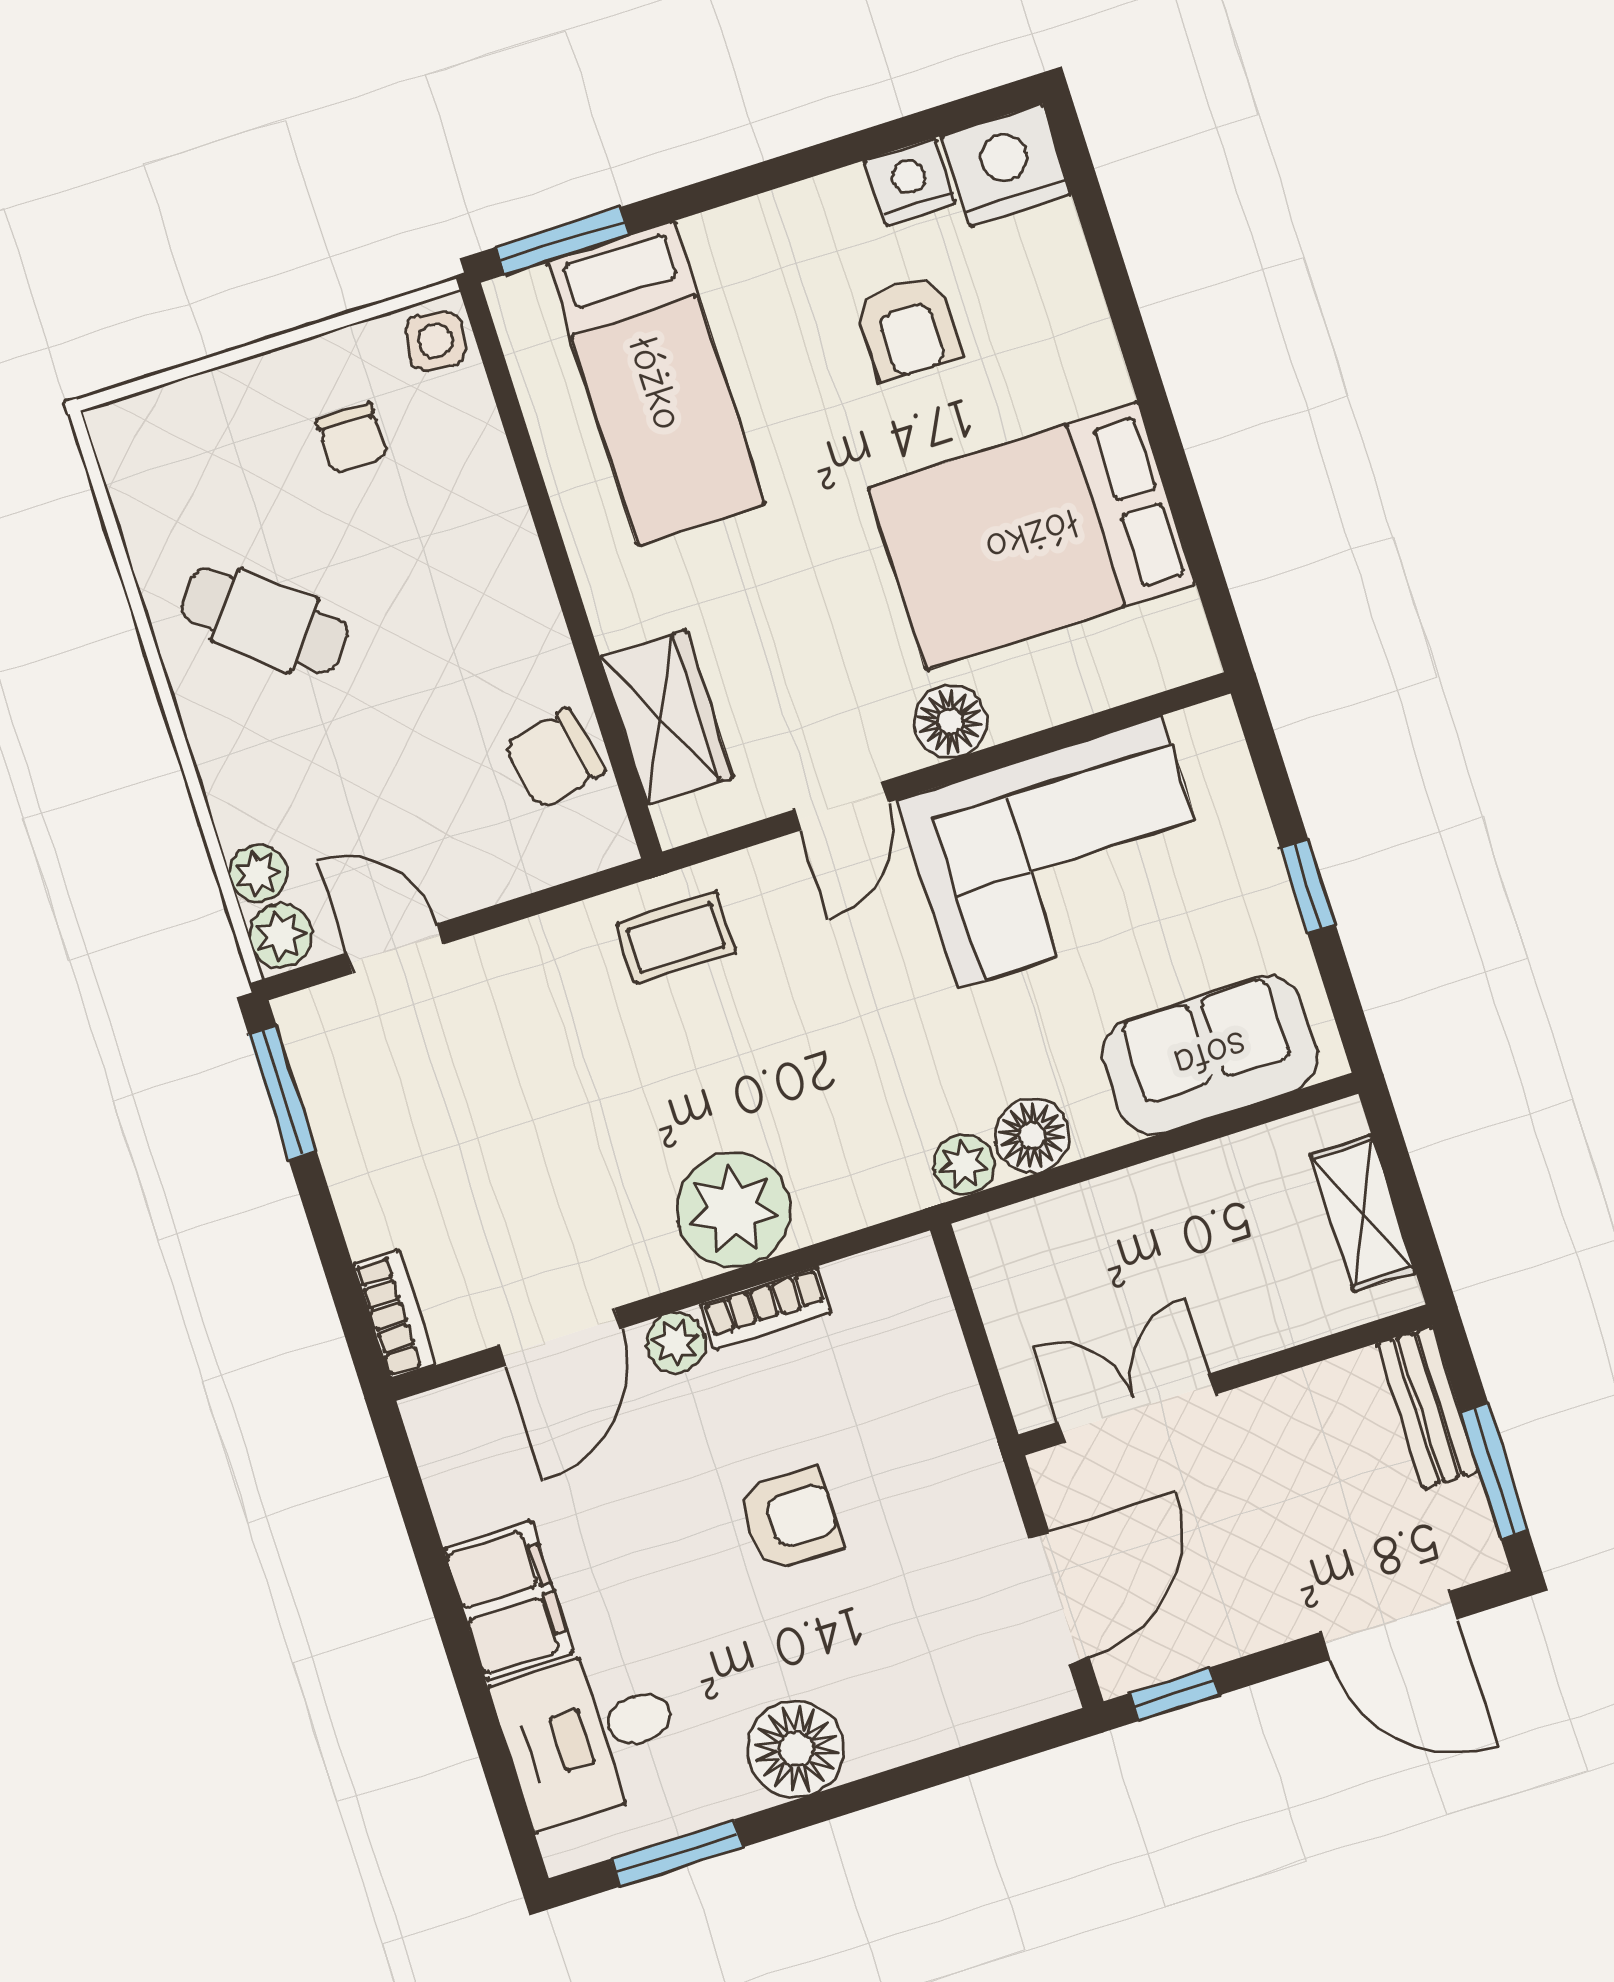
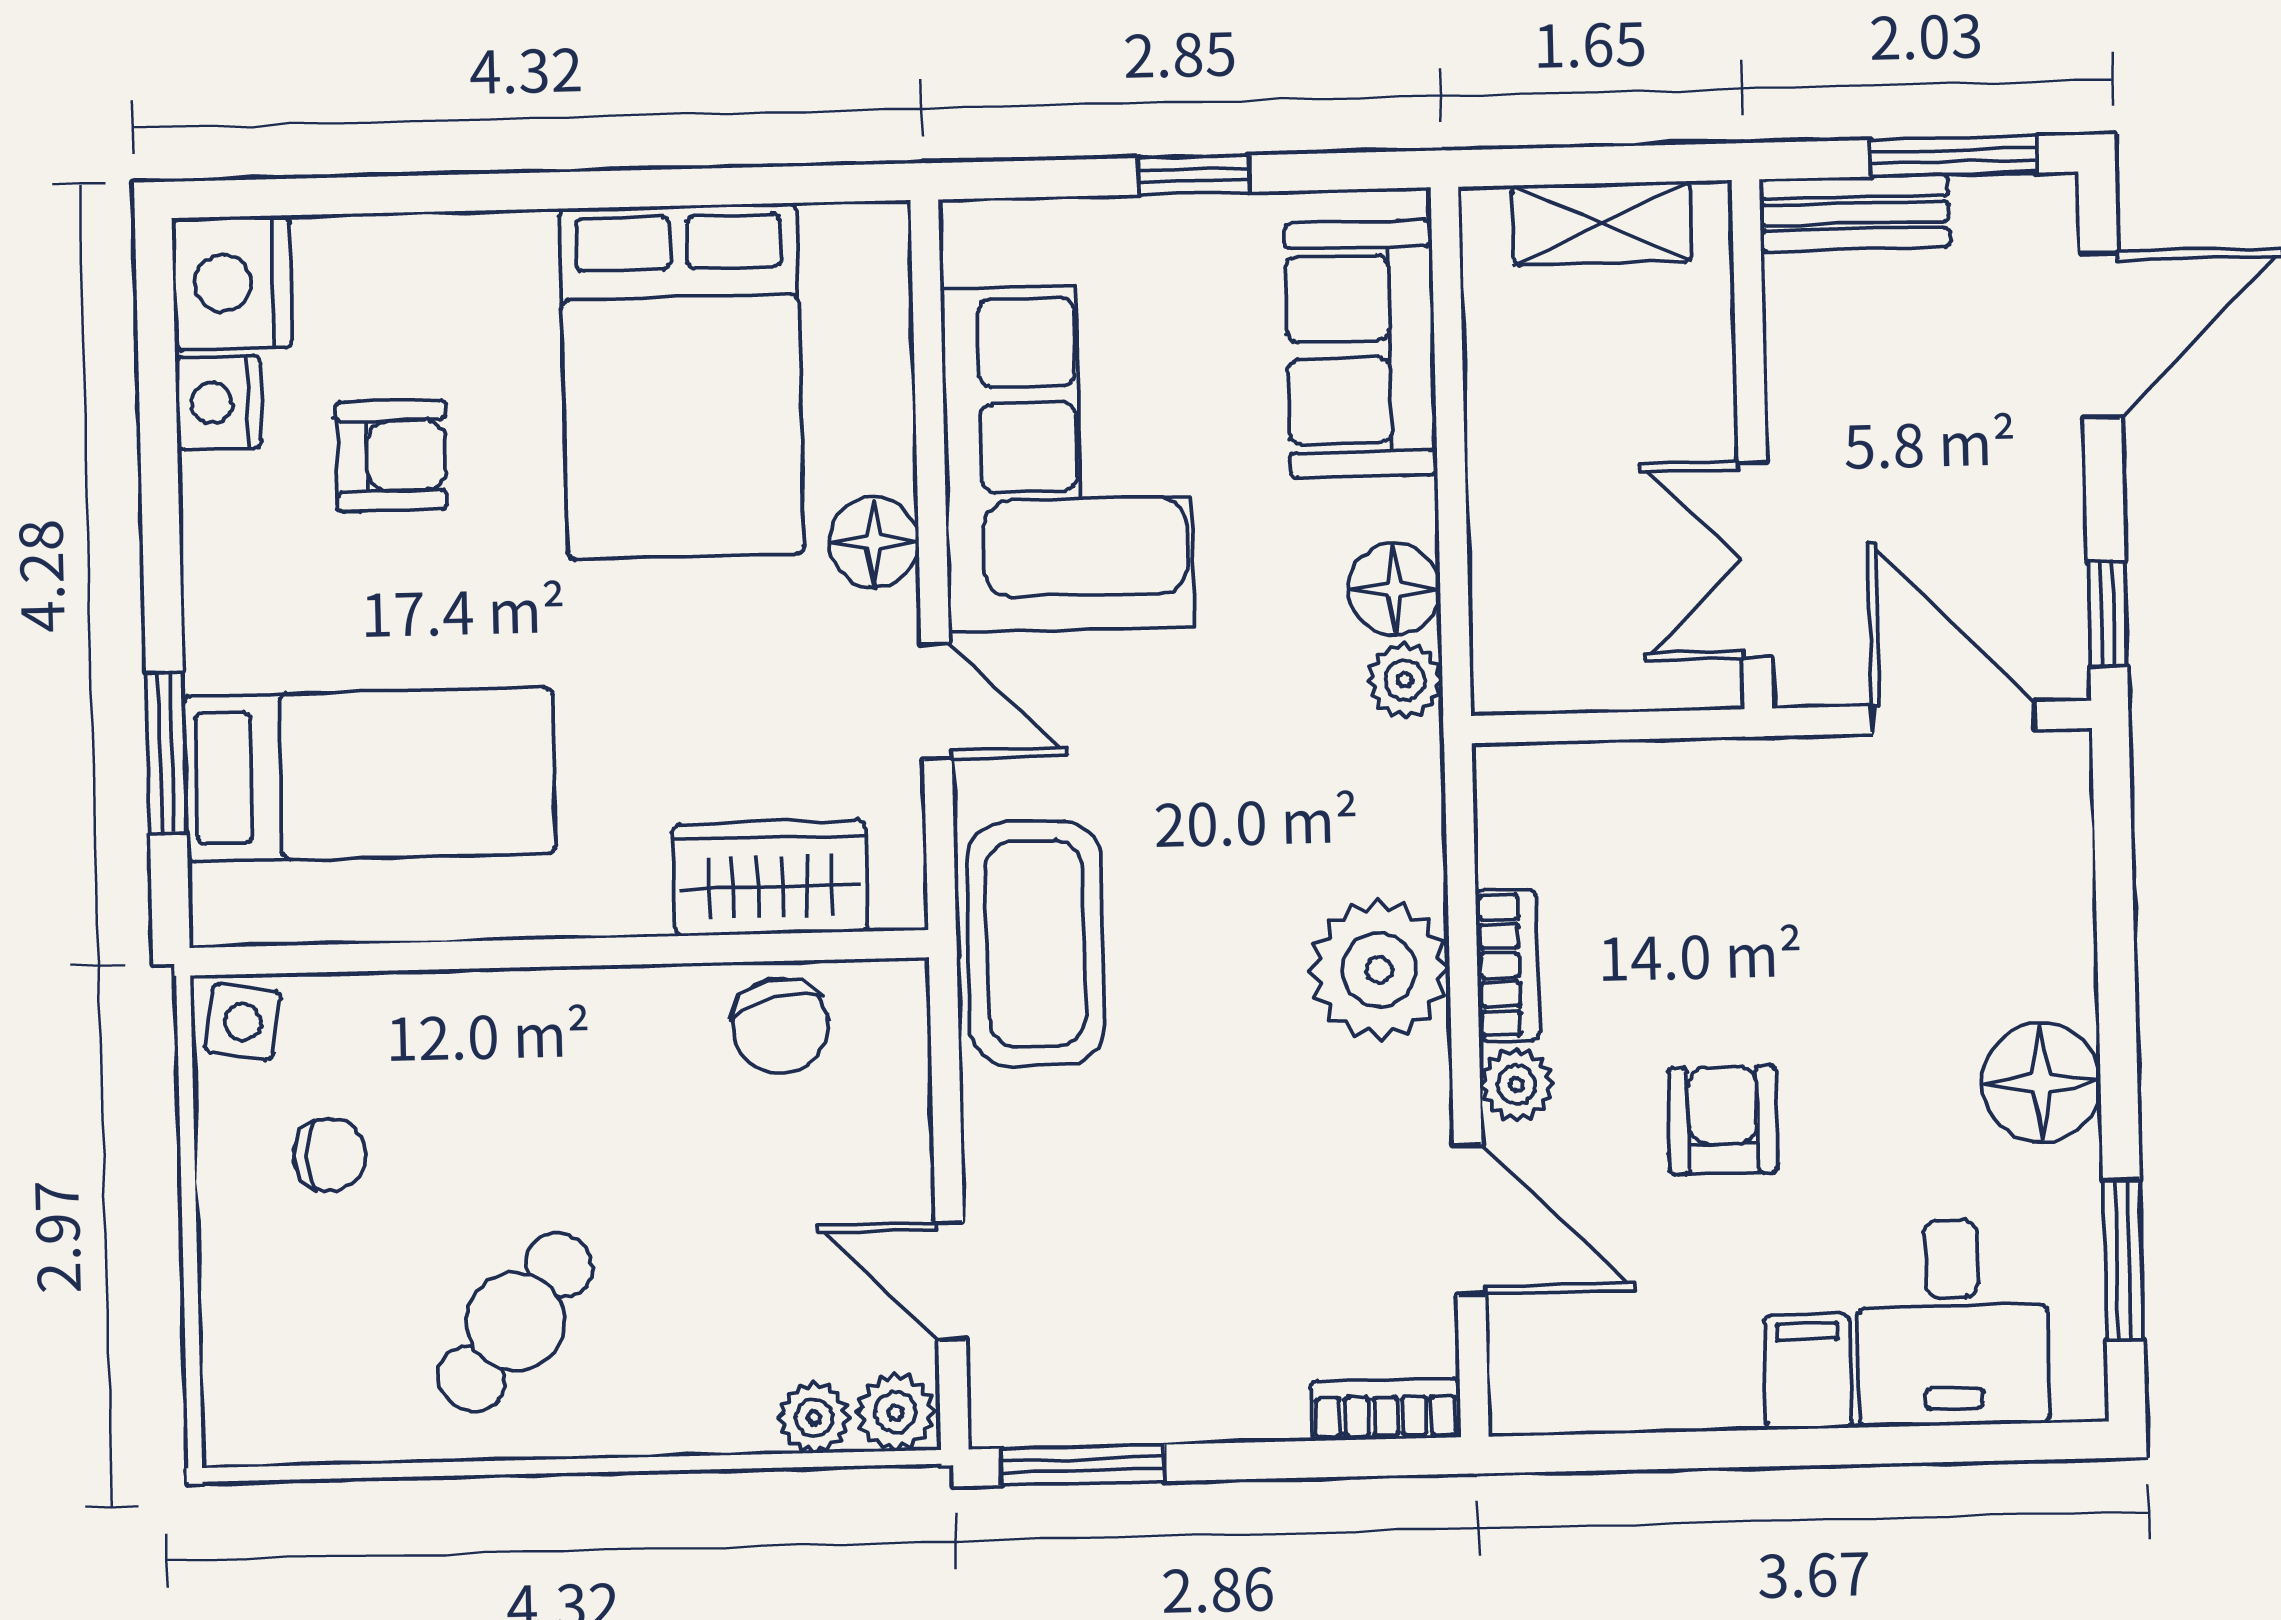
window: (563, 241) -> (166, 753), moved
coffee table: (676, 938) -> (1036, 943), width x1.86, depth x1.72
door: (395, 948) -> (951, 1281), hinge flipped
armchair: (790, 1519) -> (1723, 1120), moved
filing cabinet: (509, 1601) -> (1808, 1372), width x0.50

